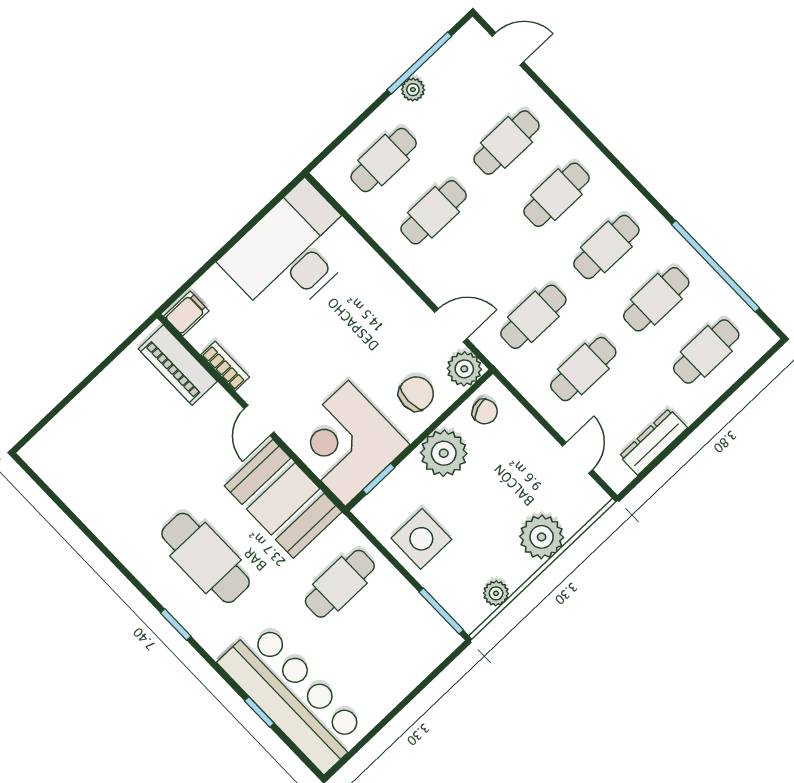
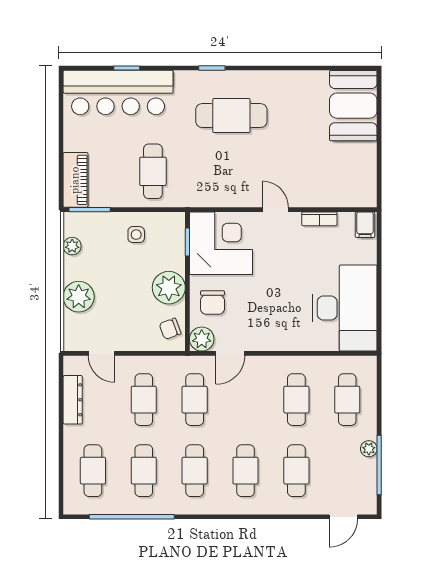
piano: (178, 365) -> (75, 180), moved, turned 90
booth: (283, 499) -> (353, 106), moved, turned 90
side table: (421, 539) -> (136, 235), width x0.54, depth x0.54

